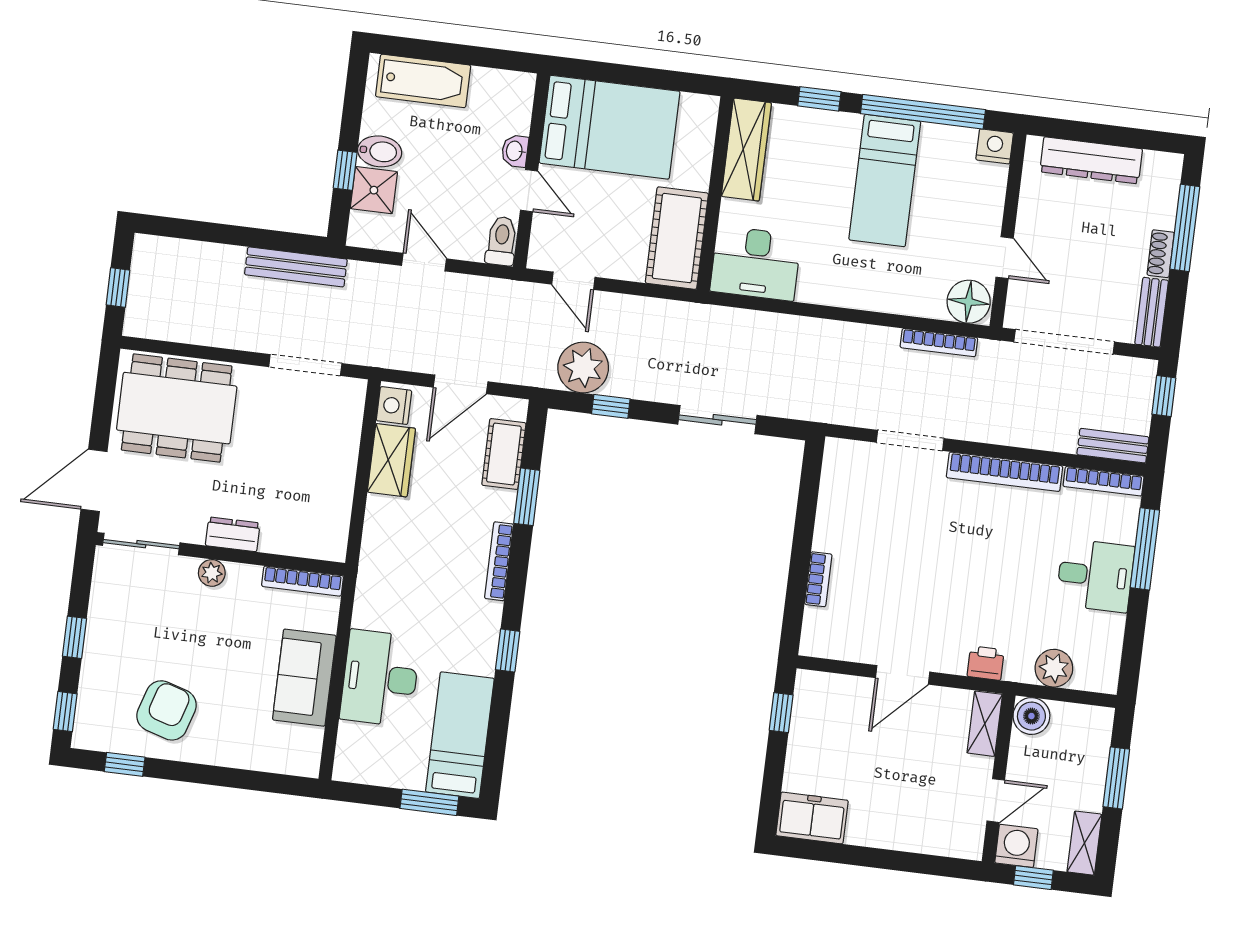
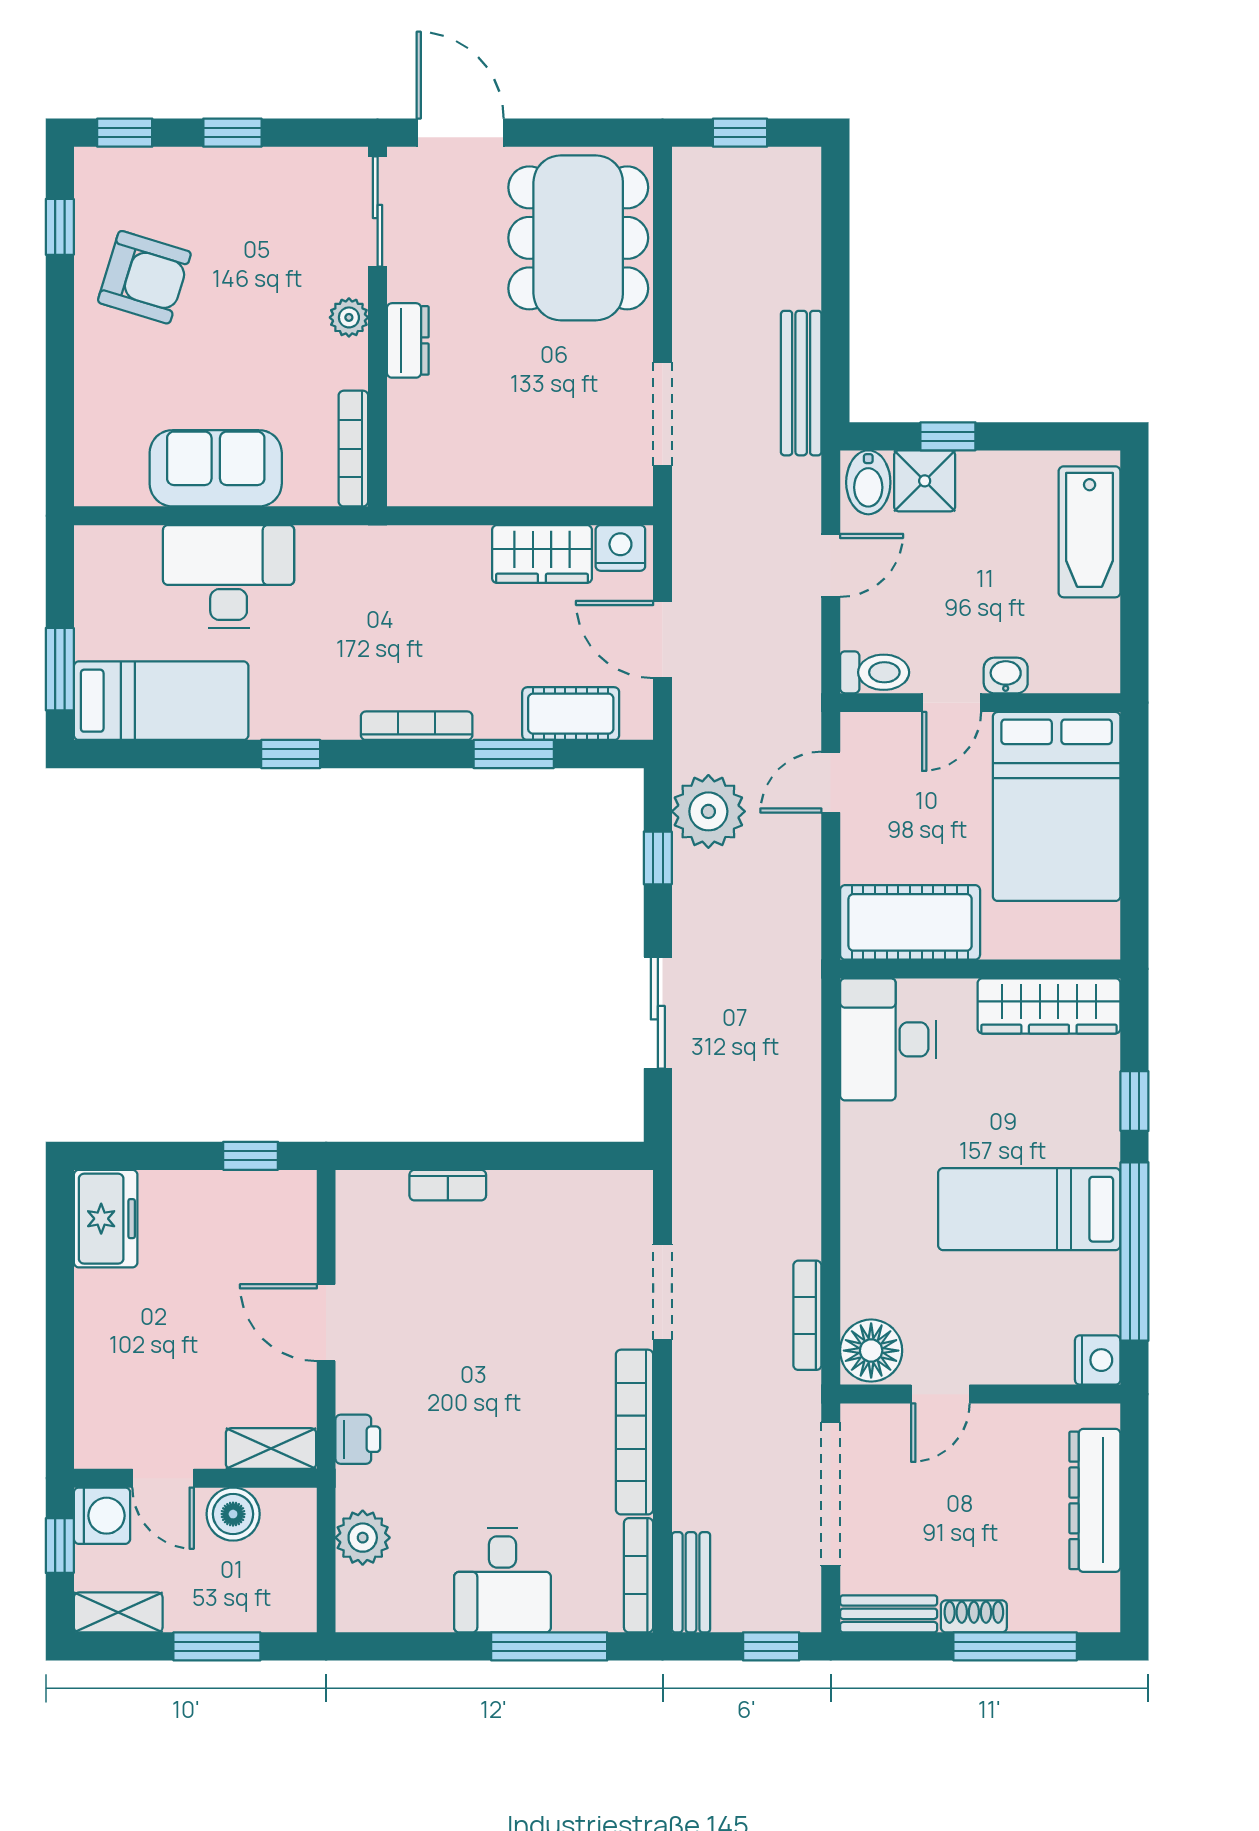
bidet: (380, 151) -> (868, 482), moved
boiler: (1031, 716) -> (233, 1514), moved

